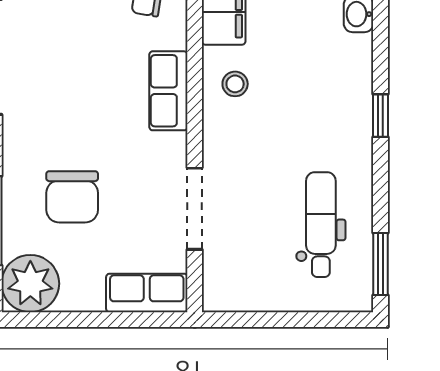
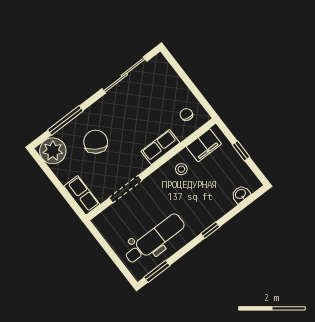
chair: (72, 197) -> (96, 142), turned 122
dental chair: (321, 225) -> (155, 239), width x1.36, depth x1.38

